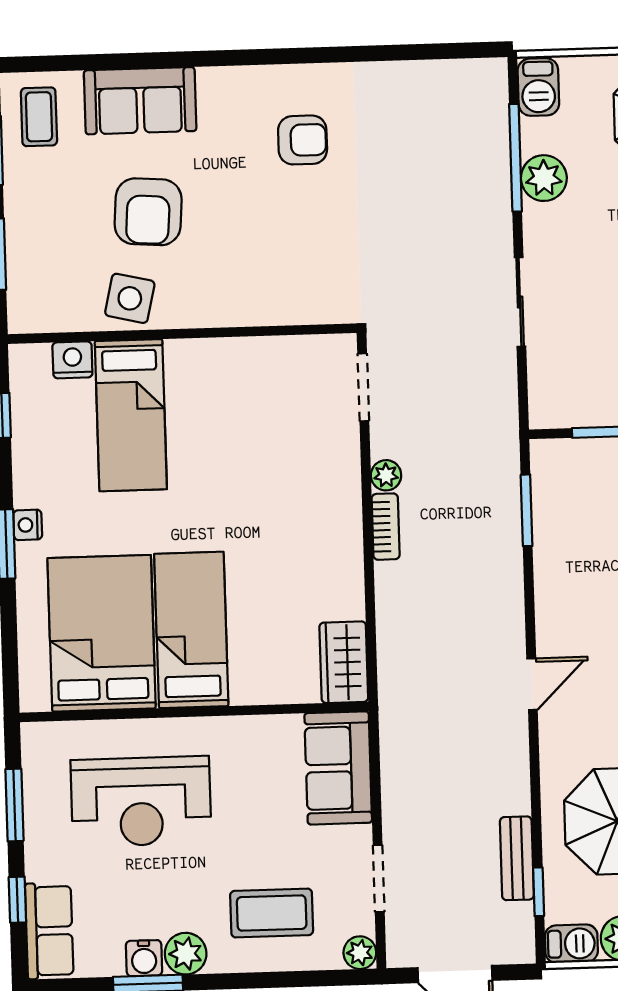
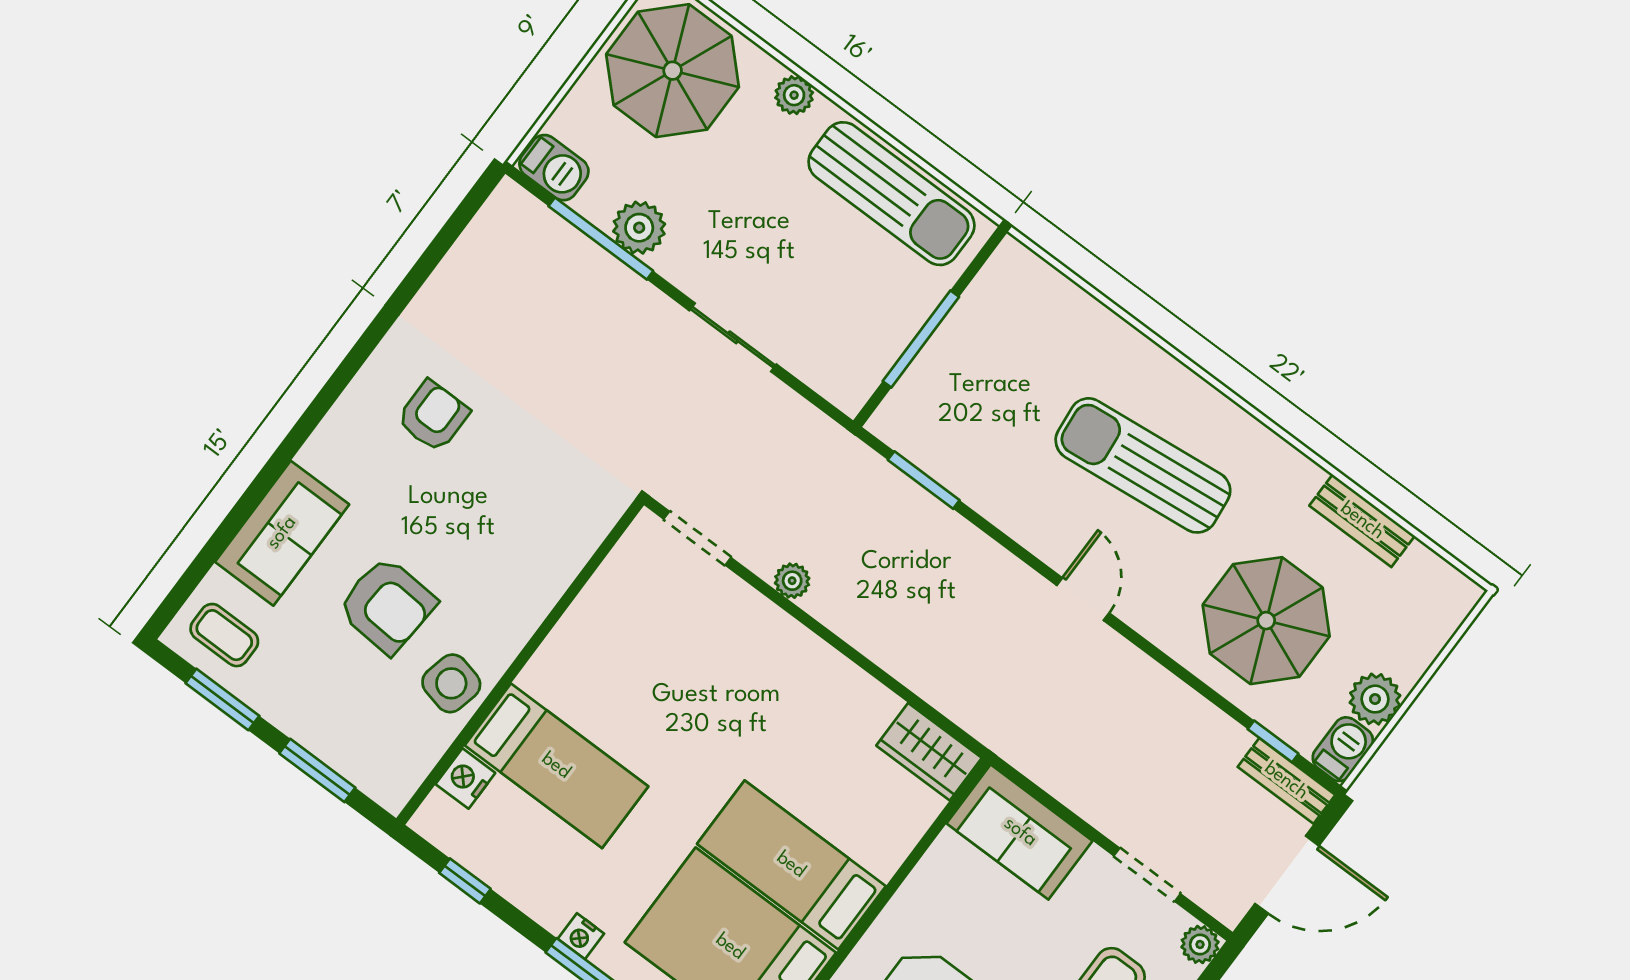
bookcase: (386, 527) -> (838, 618), removed
bench: (517, 858) -> (1286, 781), moved

